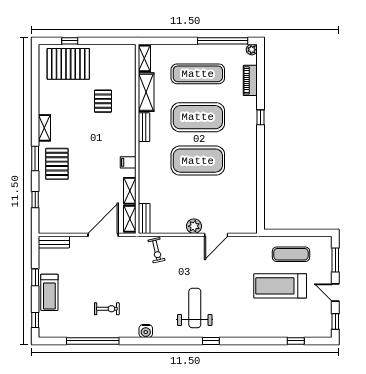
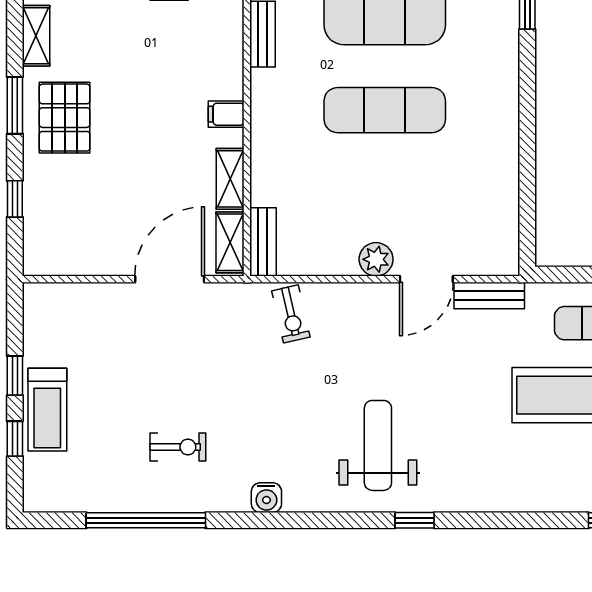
exercise mat: (198, 161) -> (385, 110), width x0.68
bench: (54, 242) -> (489, 296), moved
window: (35, 320) -> (15, 439), moved

